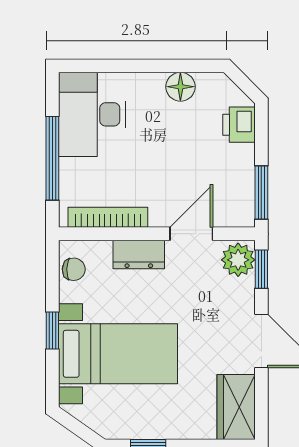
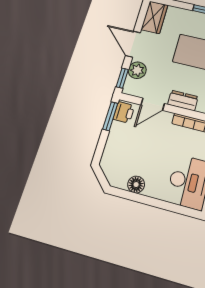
printer: (239, 125) -> (124, 112), moved
plant: (238, 260) -> (137, 70), moved

